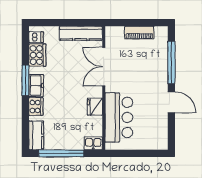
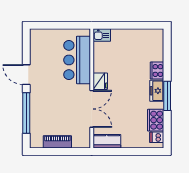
kitchen counter: (81, 33) -> (107, 141), width x0.67
fridge: (95, 107) -> (100, 81), moved
kitchen counter: (36, 135) -> (157, 43), removed
window: (61, 153) -> (133, 25), removed

